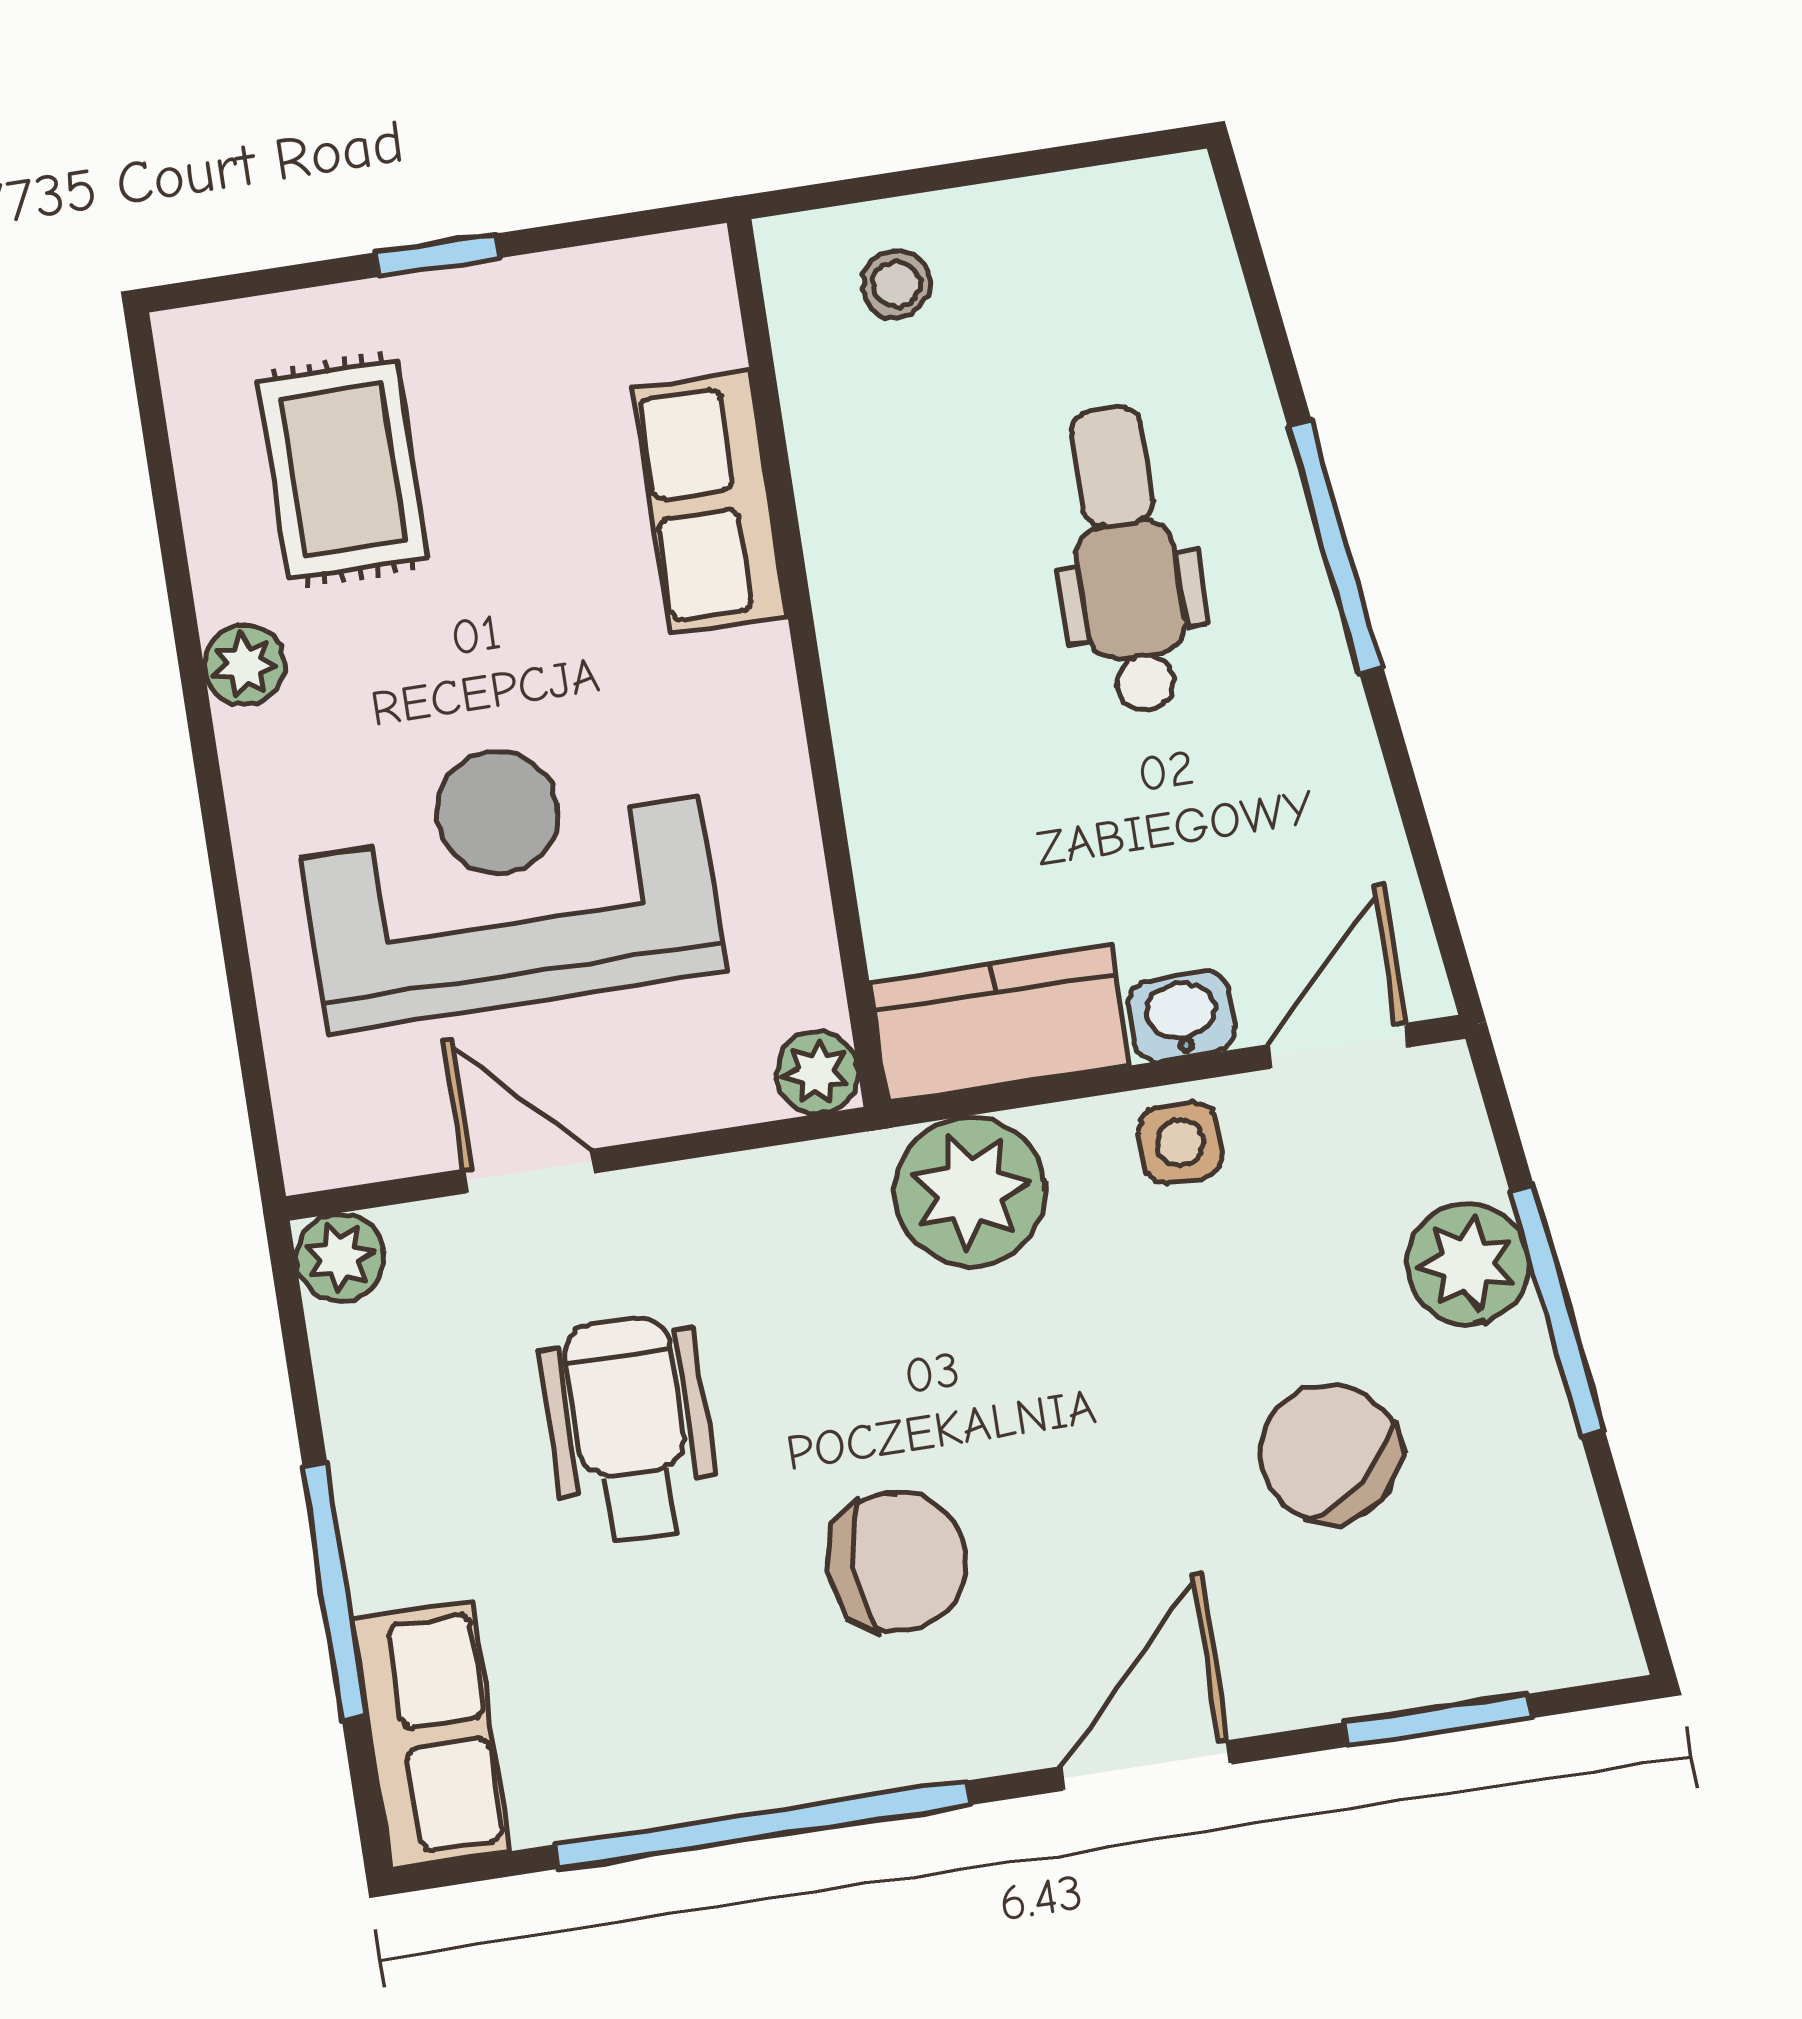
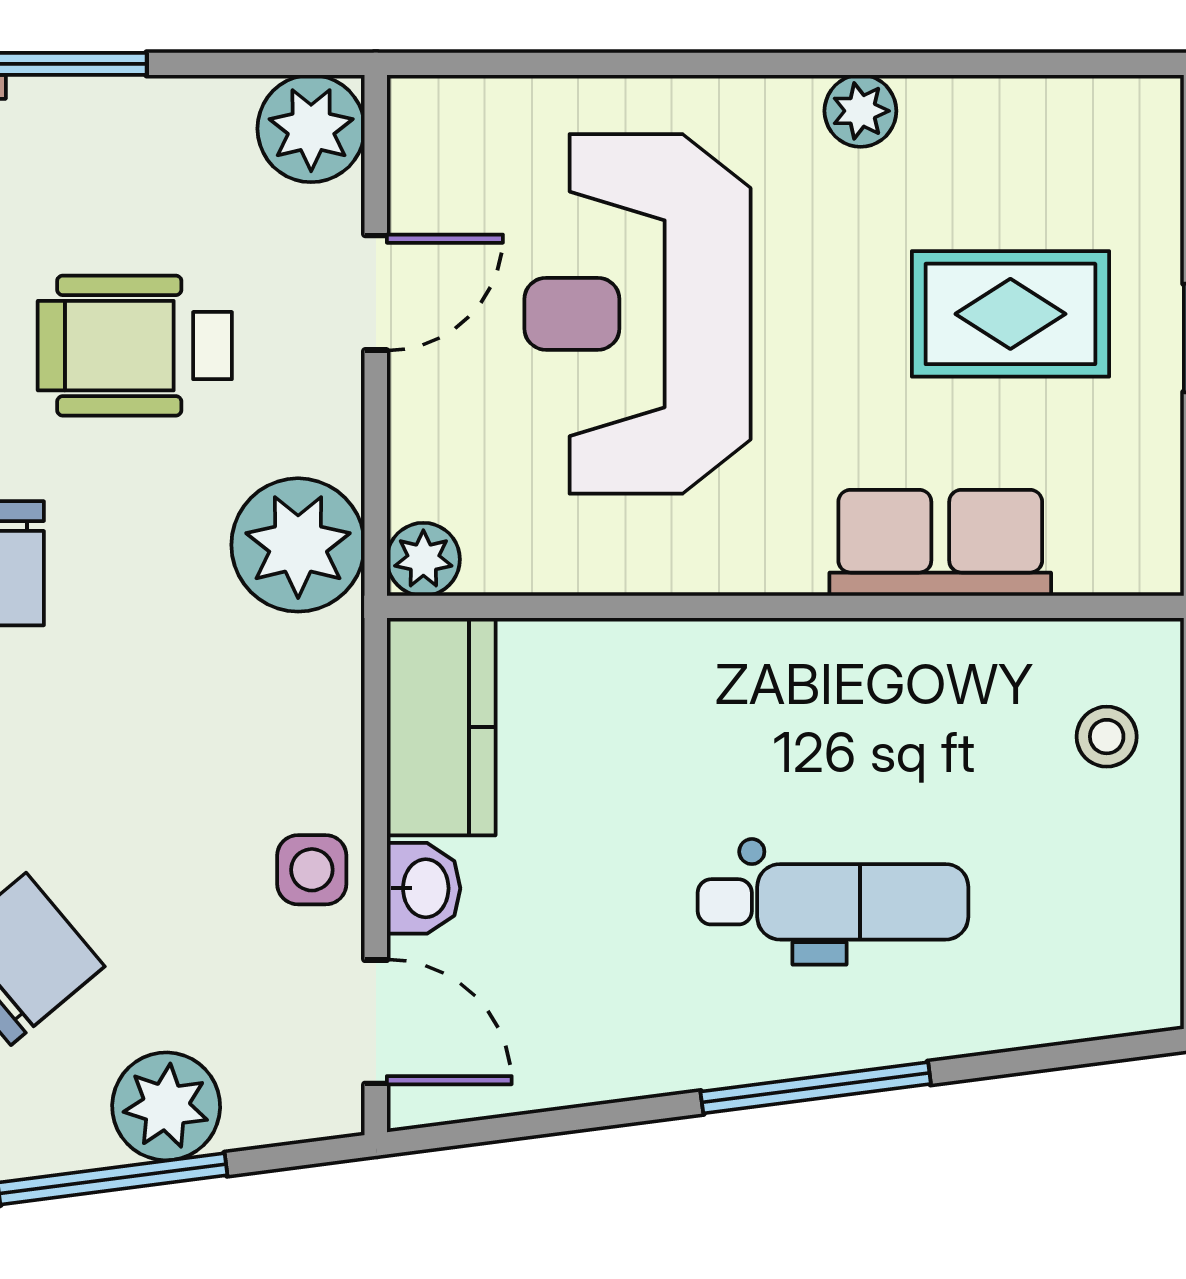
rug: (343, 470) -> (1010, 314), moved
reception desk: (508, 877) -> (637, 314), turned 180
plant: (970, 1191) -> (298, 545), moved
plant: (340, 1257) -> (311, 129), width x1.38, depth x1.38
wheelchair: (629, 1429) -> (135, 346), turned 180

